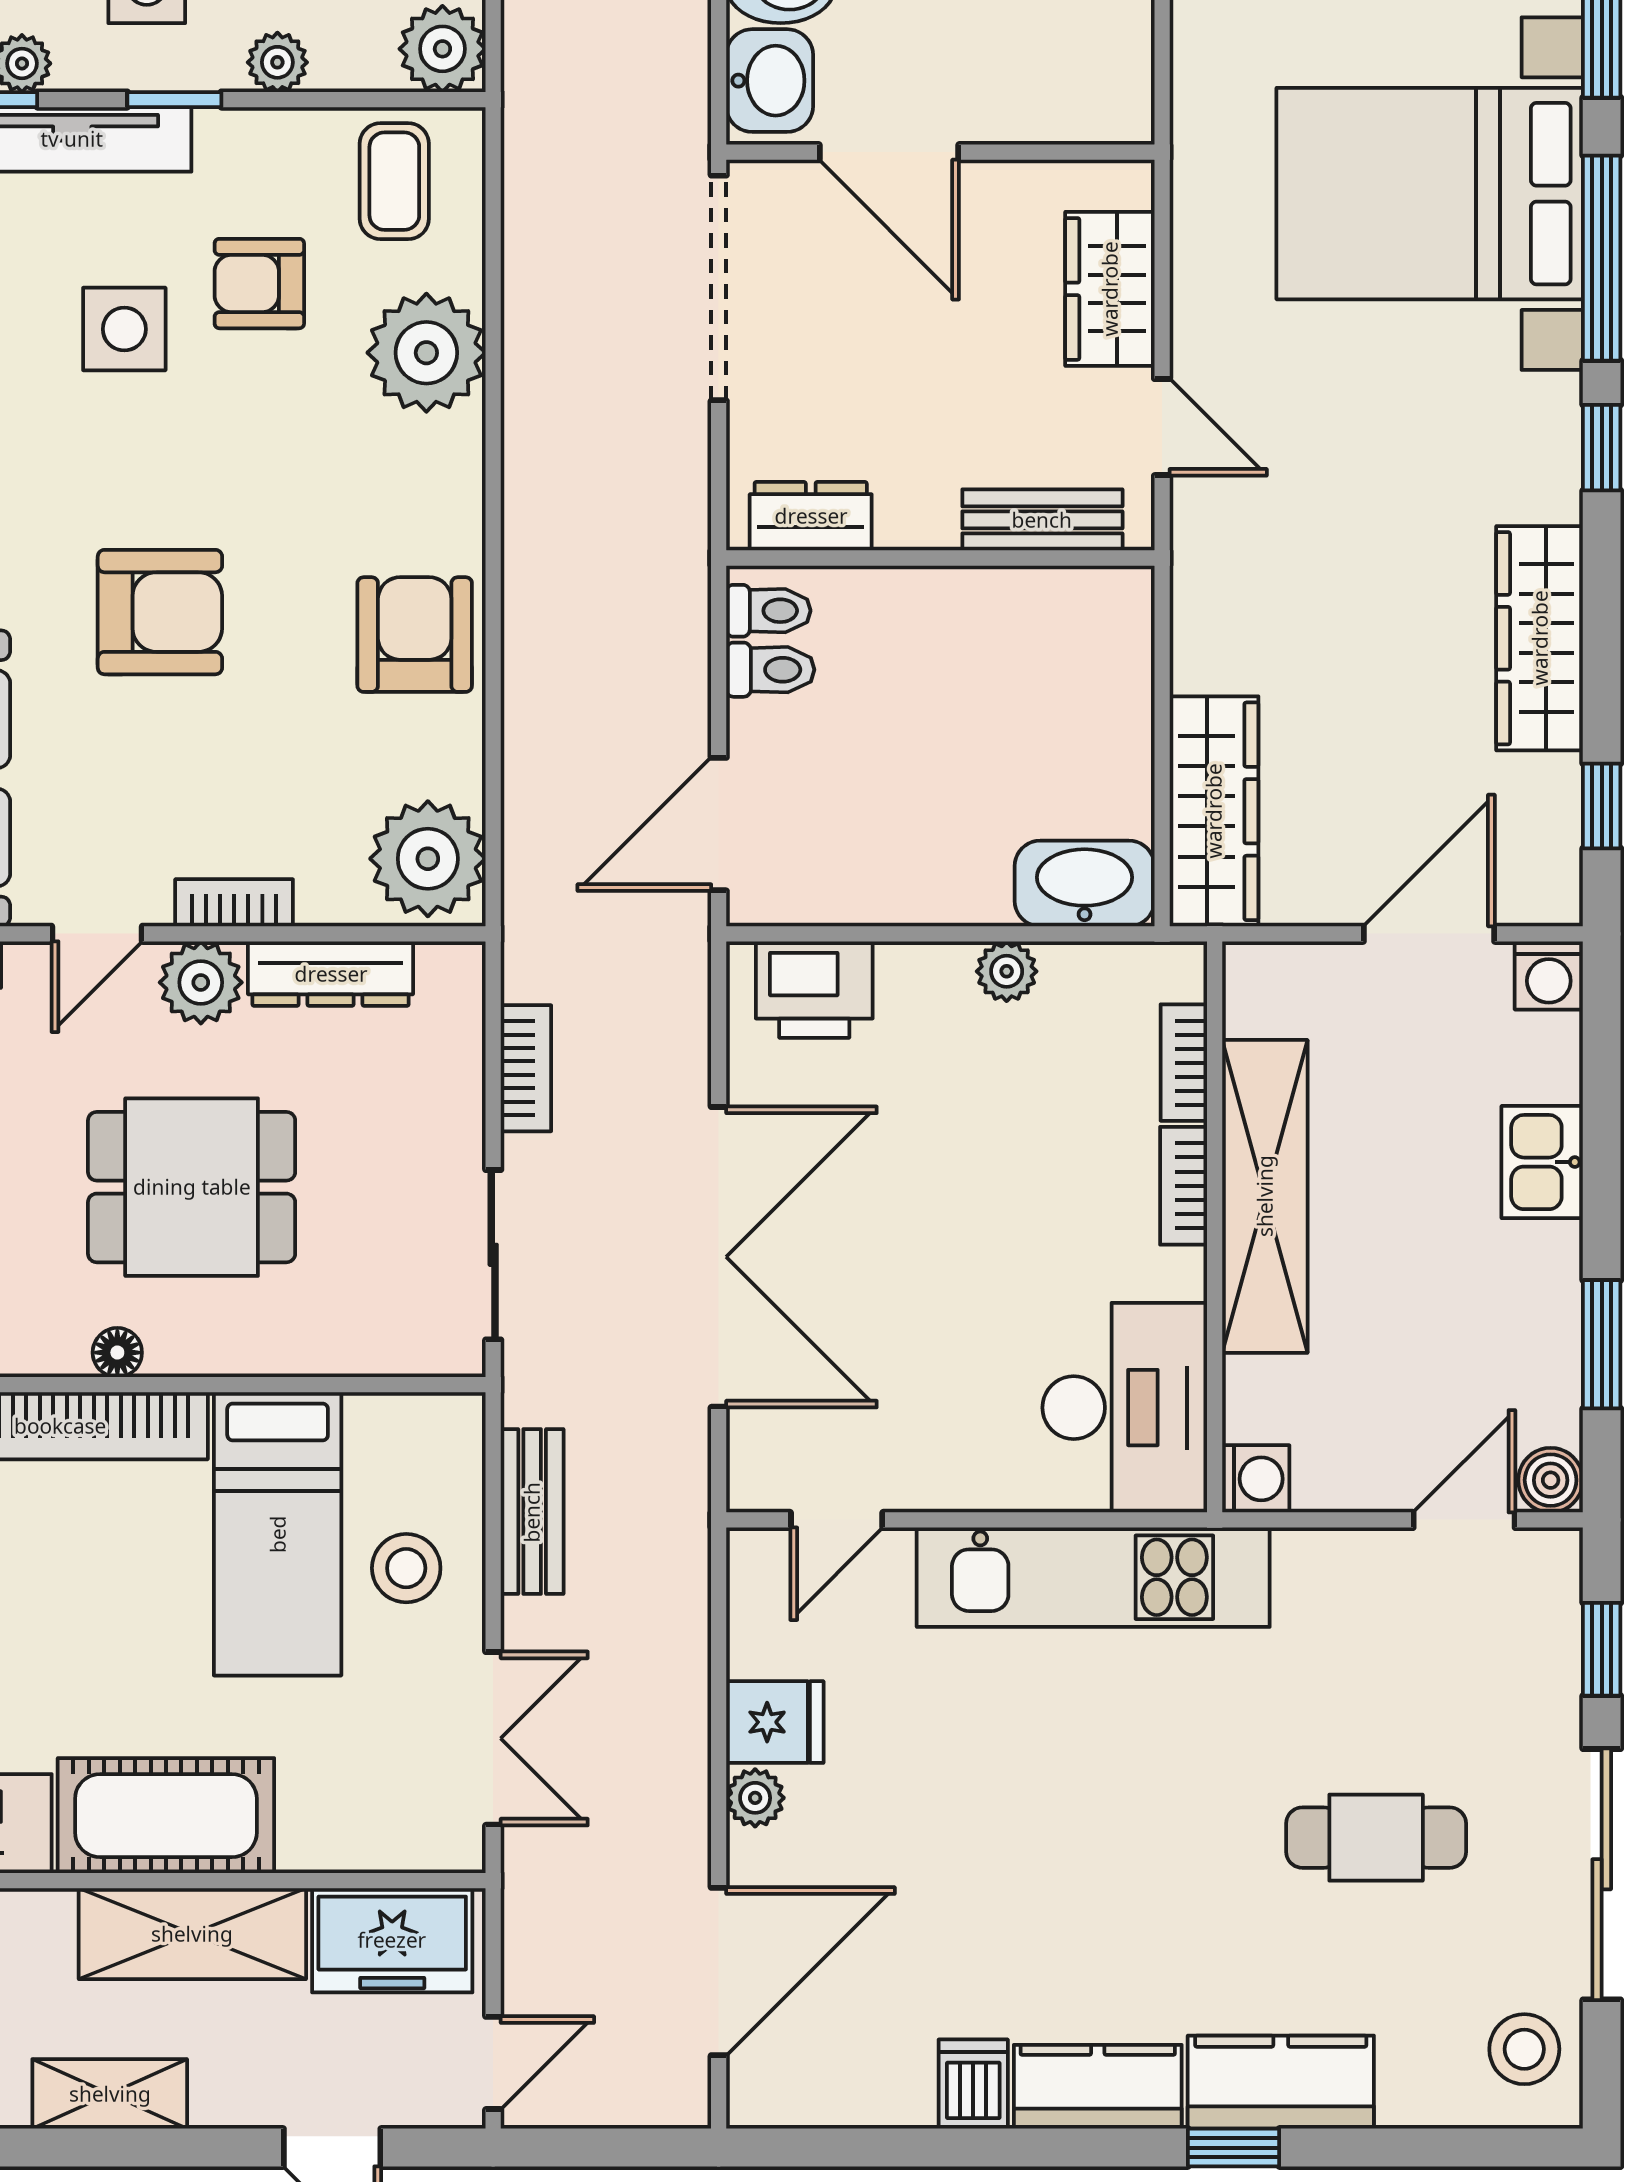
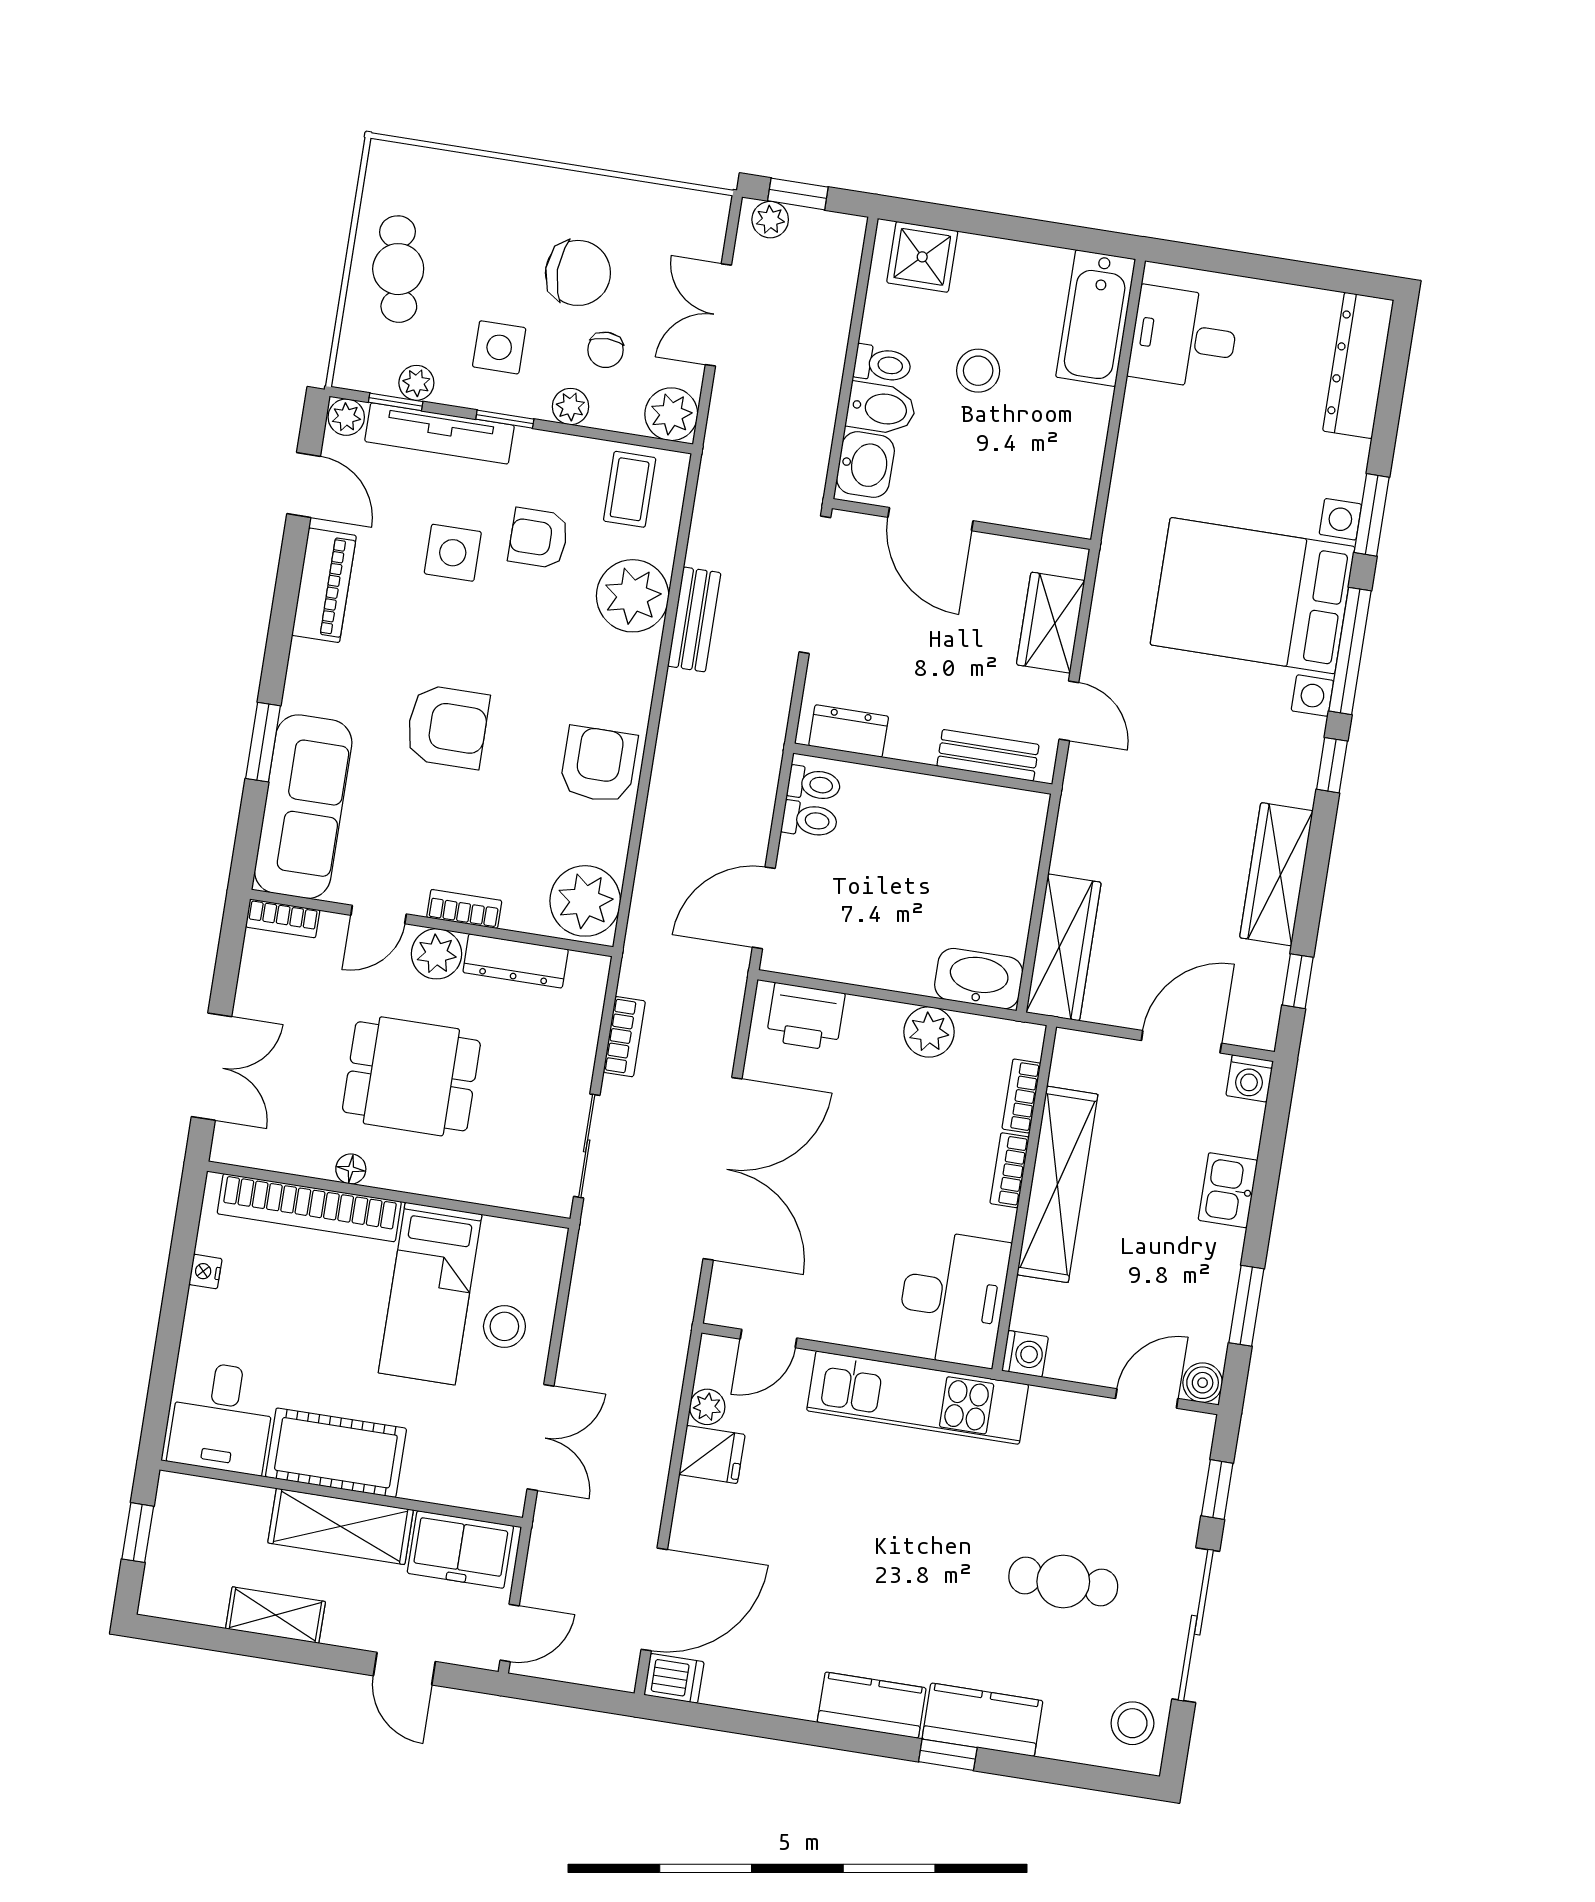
plant: (1007, 971) -> (929, 1032), width x1.38, depth x1.38
bench: (532, 1512) -> (694, 619), moved
plant: (755, 1798) -> (707, 1407), moved
dishwasher: (973, 2084) -> (674, 1678), moved, turned 90

